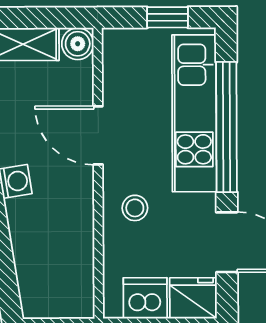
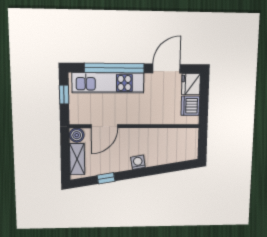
door: (98, 135) -> (104, 126), moved
stool: (135, 208) -> (150, 110), removed

